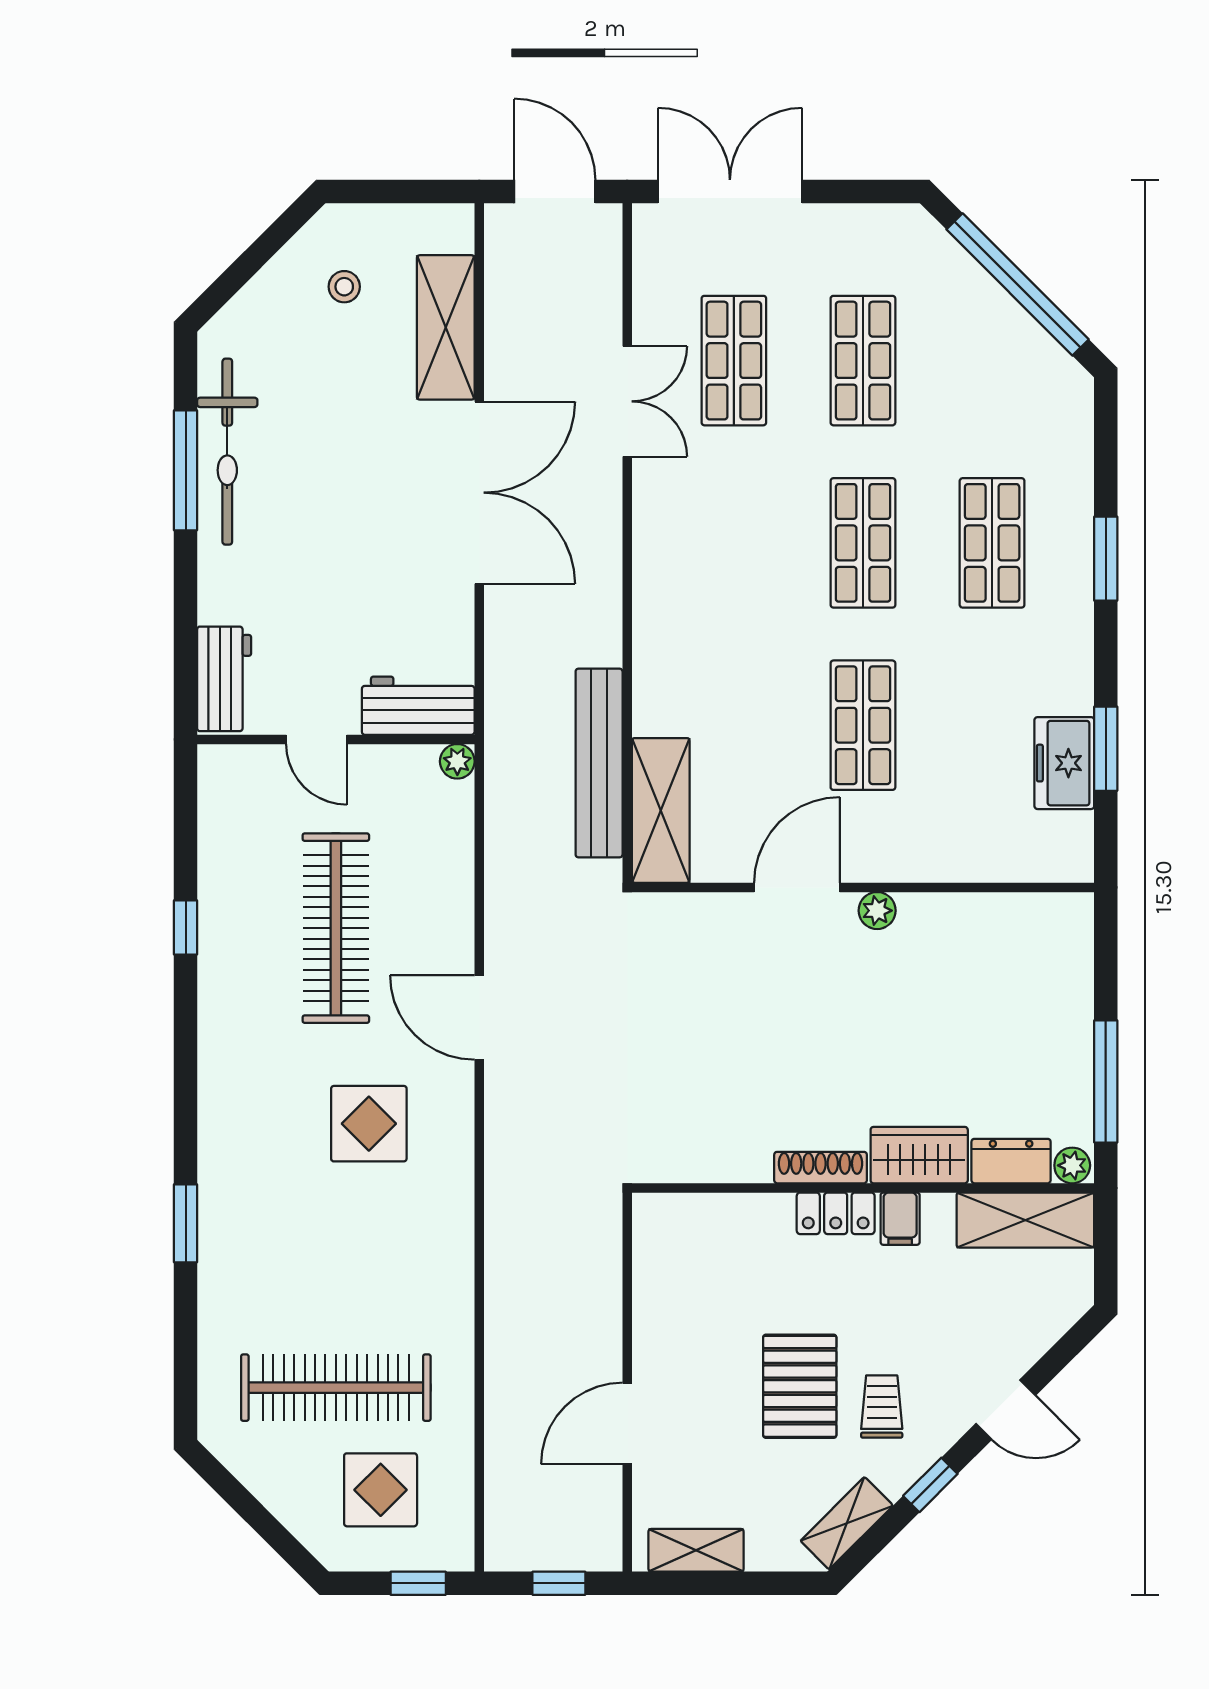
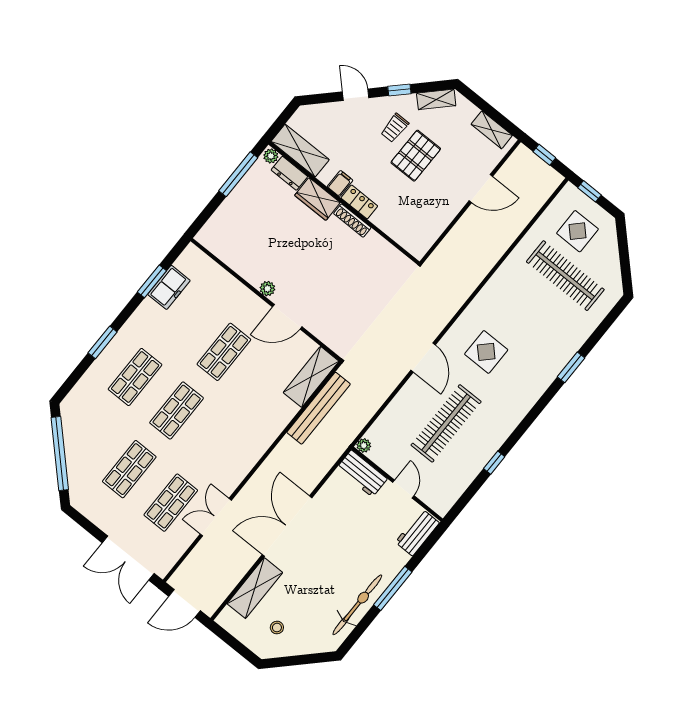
door: (555, 191) -> (185, 603), hinge flipped
window: (186, 470) -> (393, 588), moved

